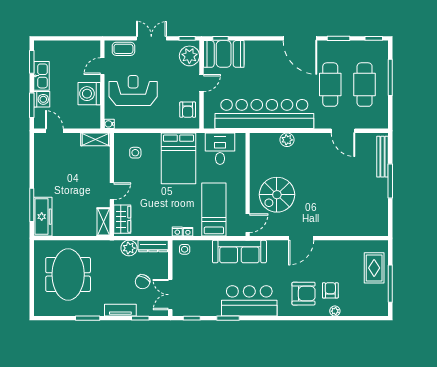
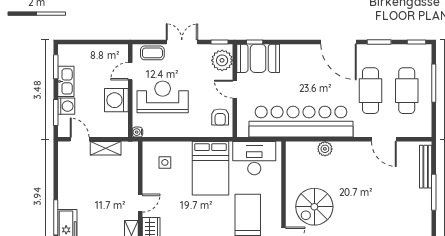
door: (202, 83) -> (235, 89), swing flipped
shelving: (95, 139) -> (106, 148), moved
desk: (220, 149) -> (254, 158), width x1.37

